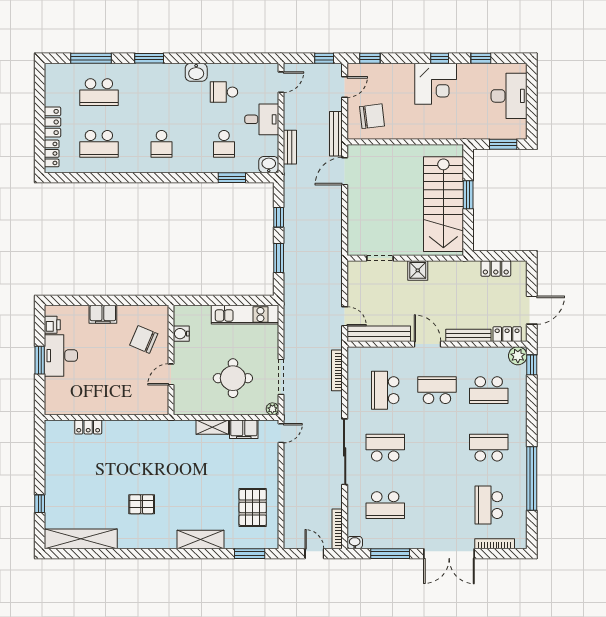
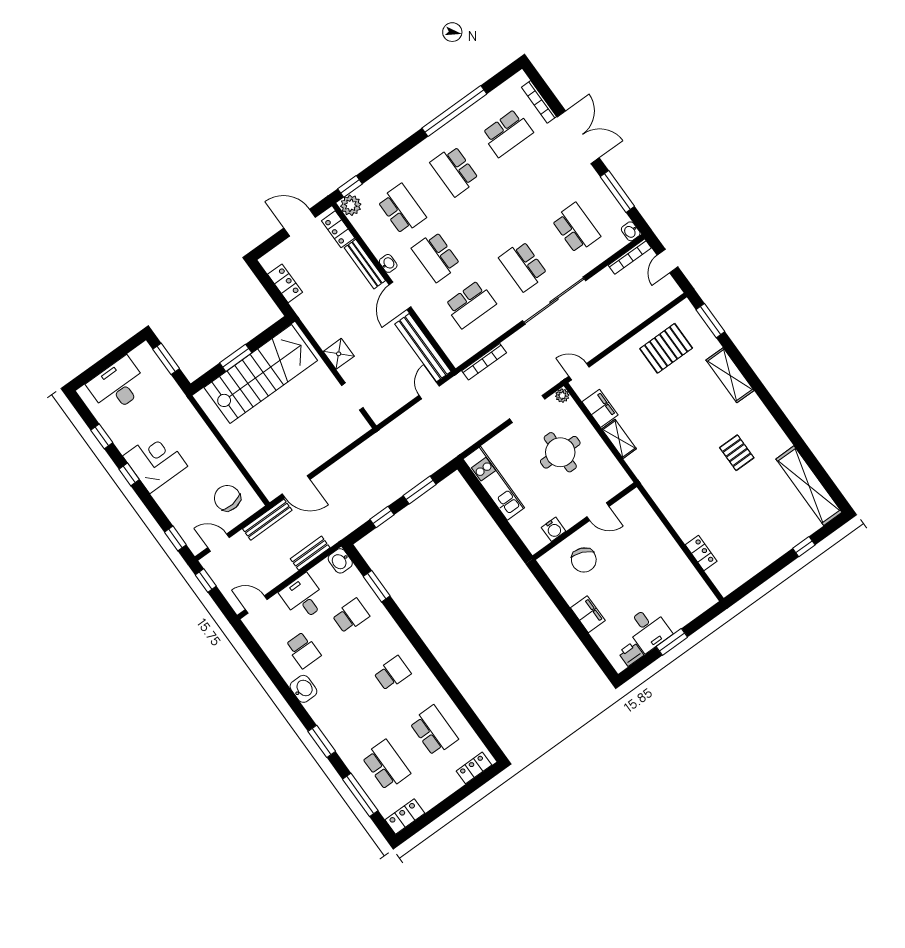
locker: (52, 122) -> (405, 817), moved
washbasin: (457, 352) -> (388, 263), added
desk: (61, 356) -> (648, 629), width x0.73

